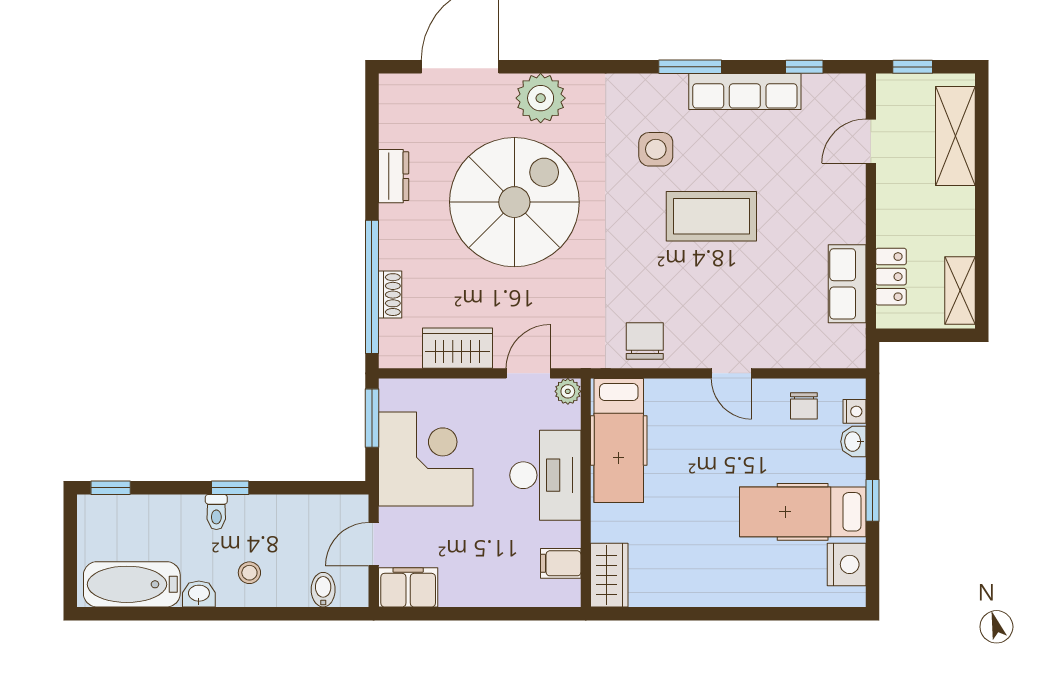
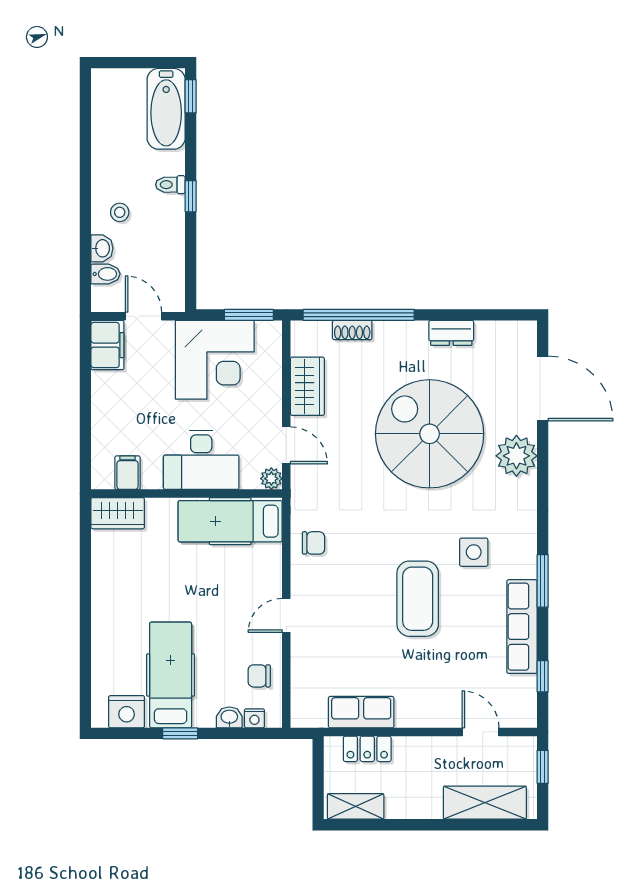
spiral stairs: (514, 202) -> (430, 434), turned 180
chair: (645, 341) -> (313, 543), width x0.73, depth x0.73
bathtub: (132, 584) -> (166, 109), moved, turned 180
washbasin: (199, 594) -> (102, 248), moved

